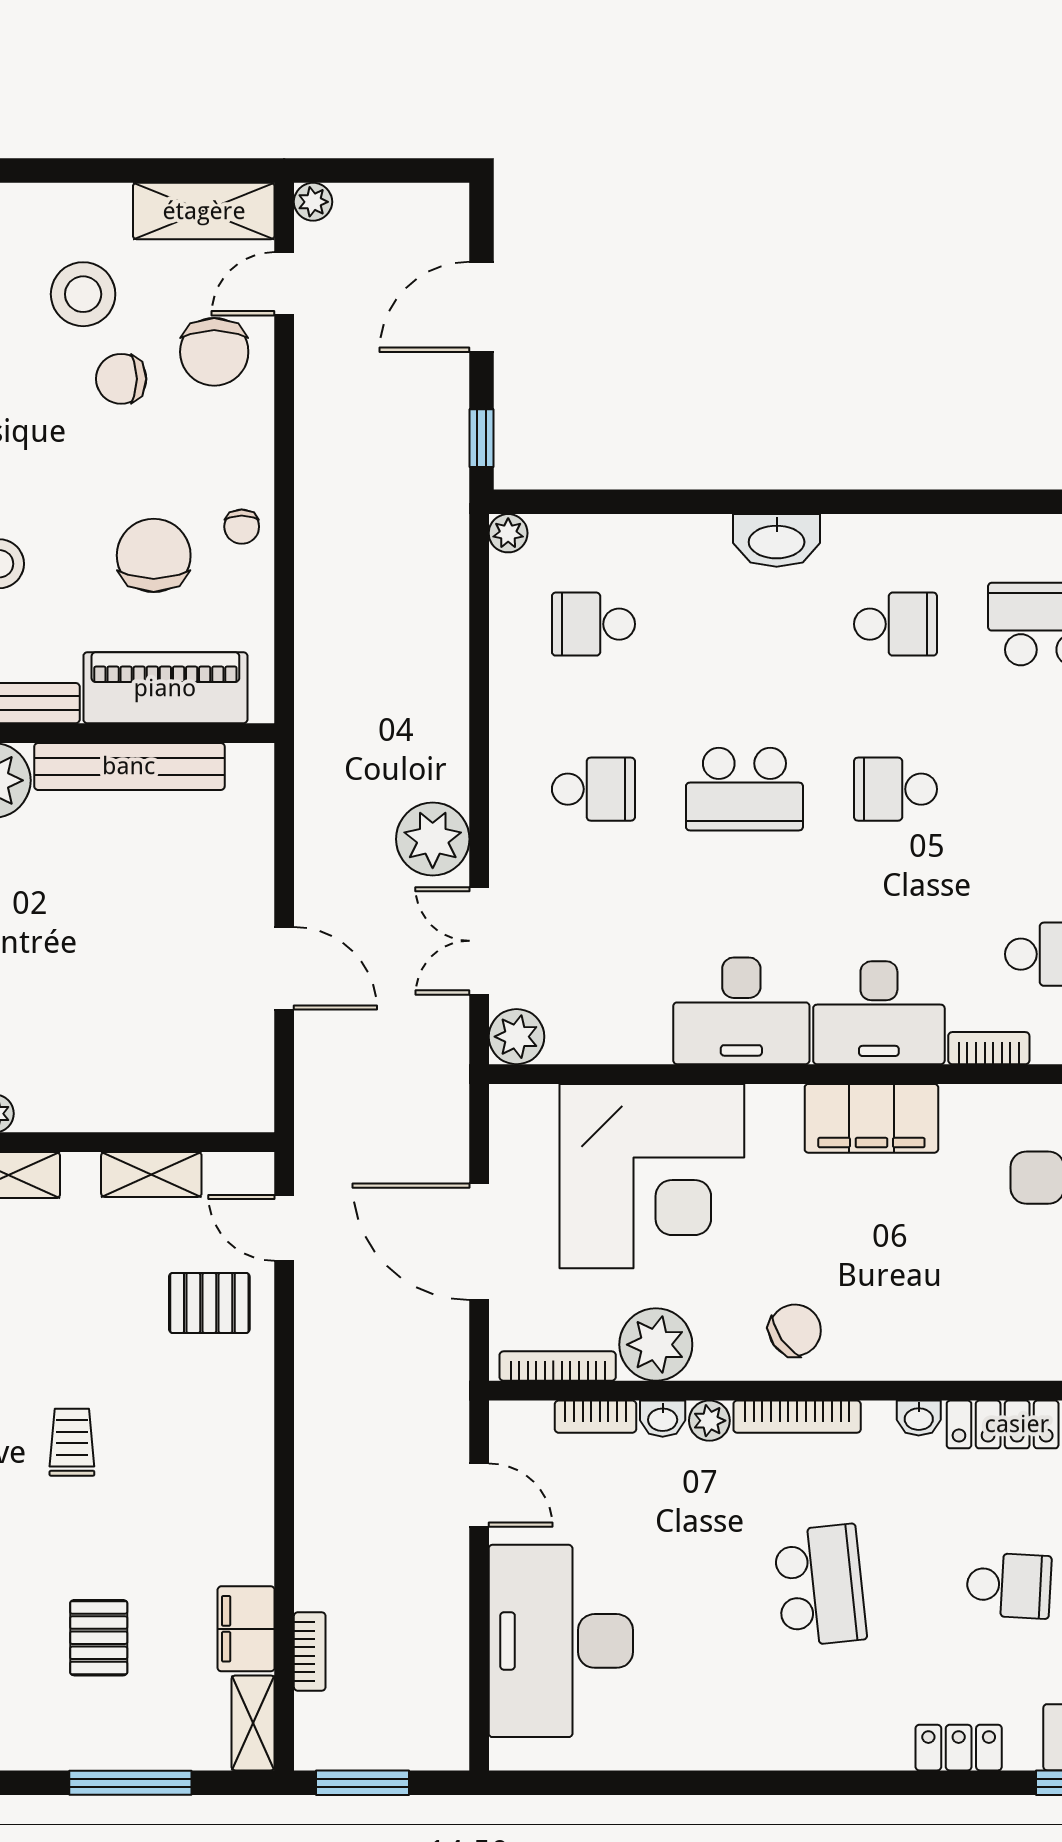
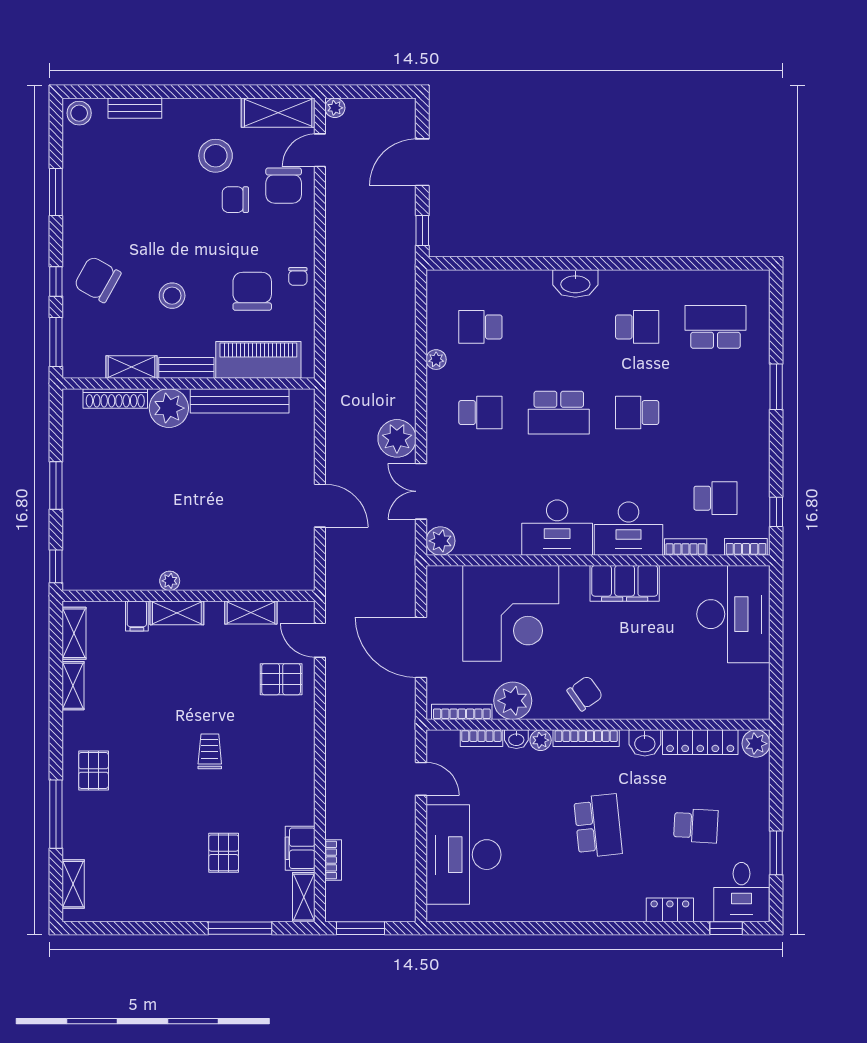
plant: (508, 533) -> (436, 360), moved
washbasin: (919, 1418) -> (645, 743), width x1.38, depth x1.45

